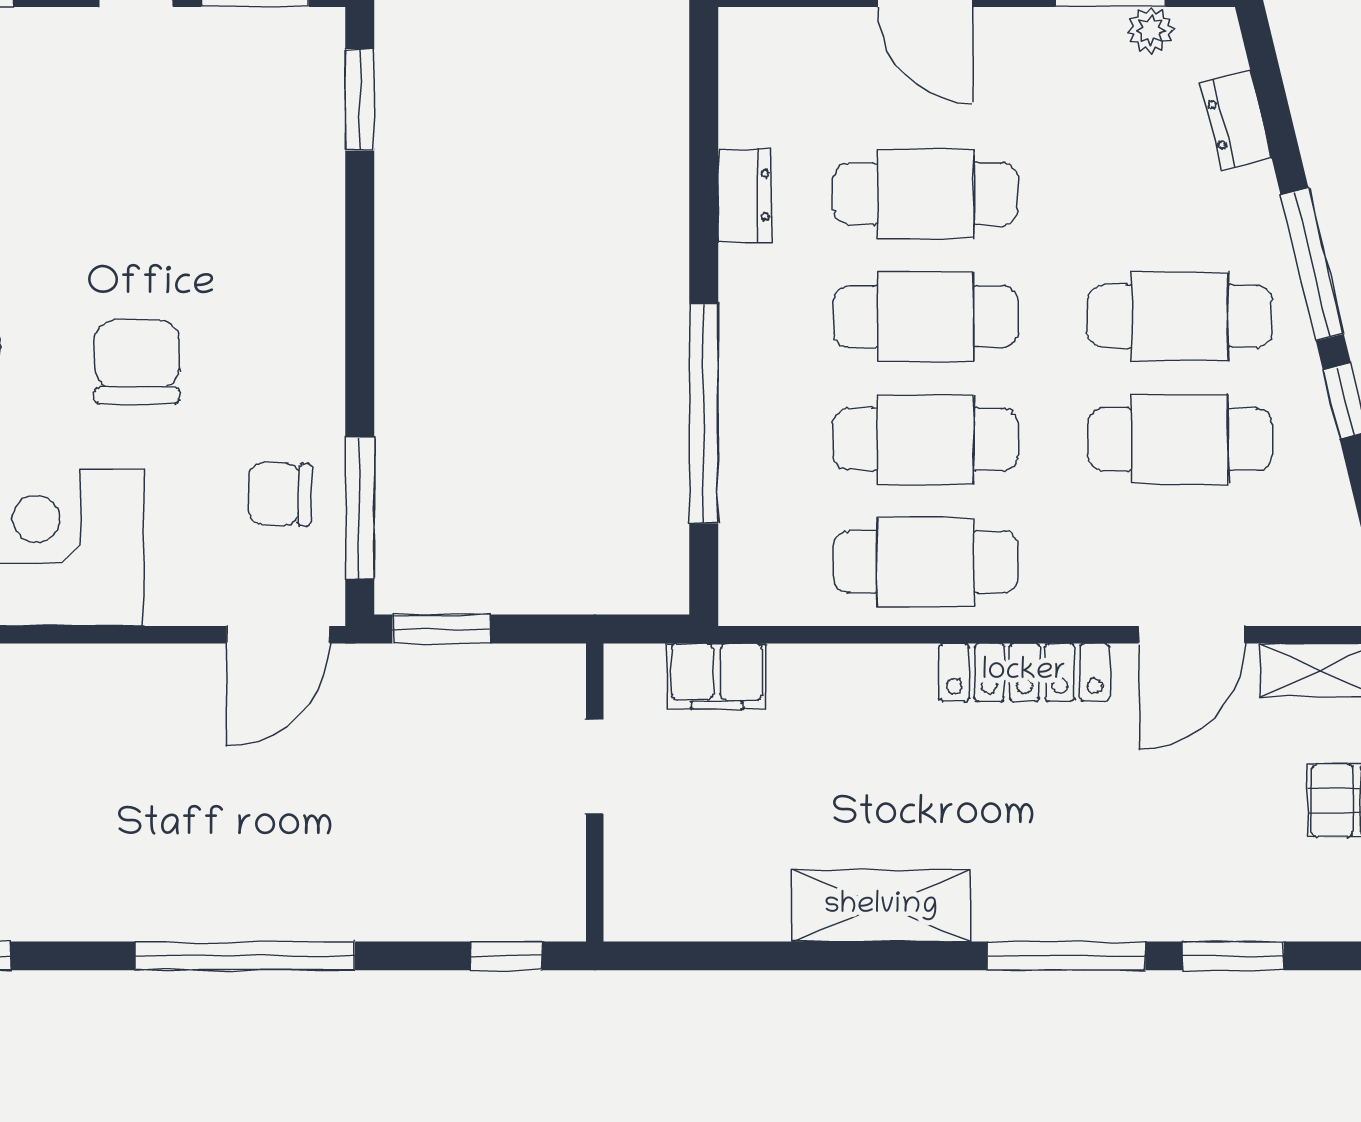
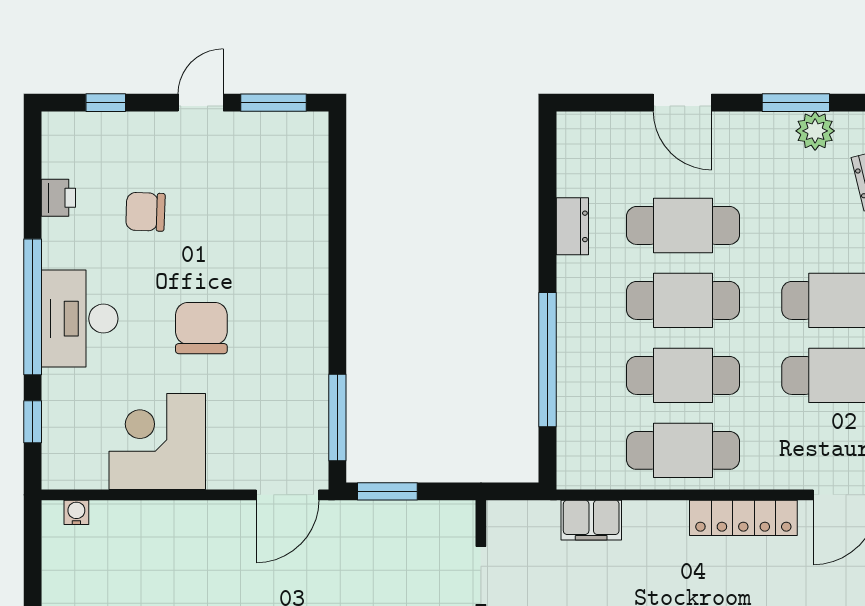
plant: (1151, 30) -> (815, 131), width x1.38, depth x1.38
window: (360, 100) -> (337, 168), removed
chair: (280, 494) -> (145, 212), moved
filing cabinet: (717, 676) -> (591, 520), moved

